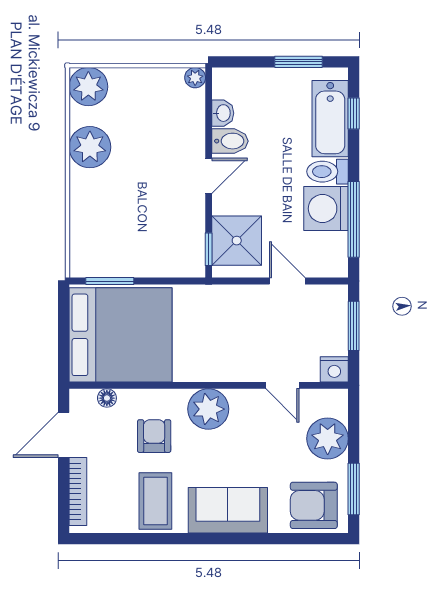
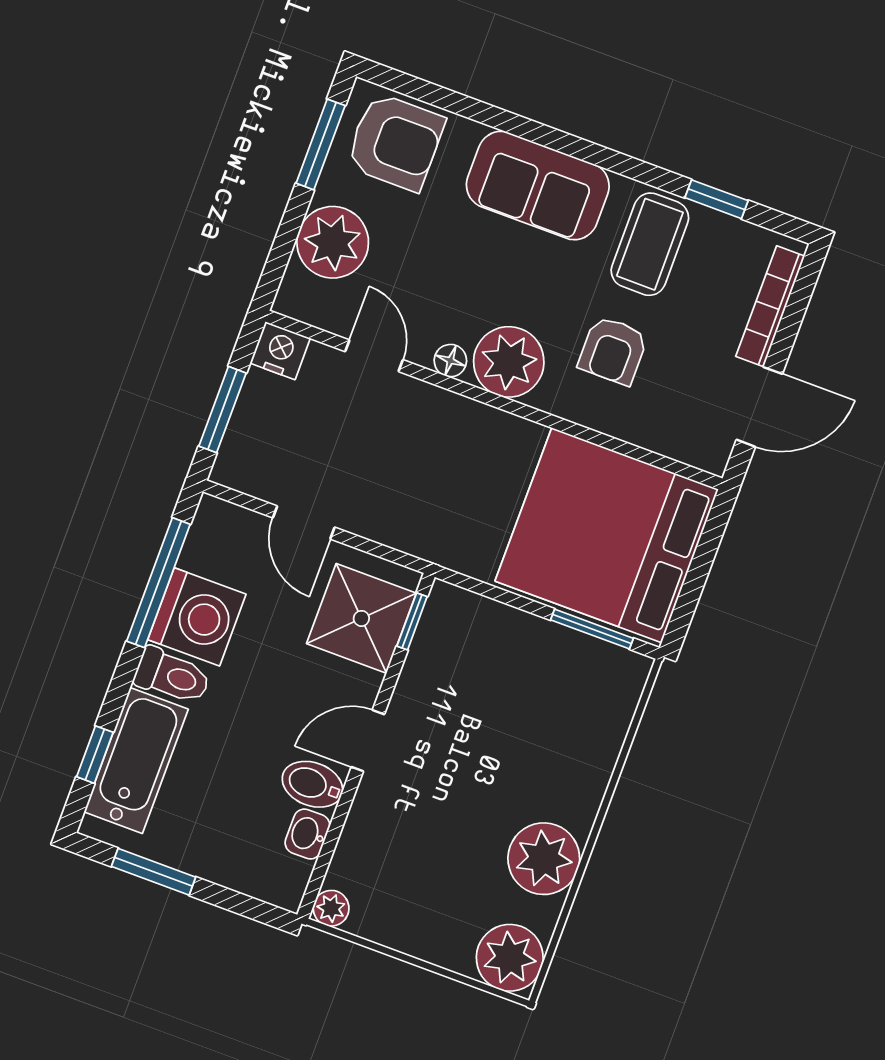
floor lamp: (107, 398) -> (450, 361), moved
window: (128, 539) -> (716, 199), added

